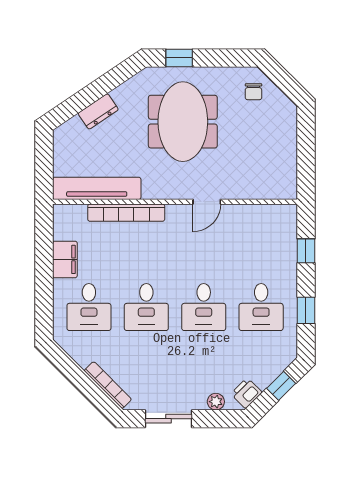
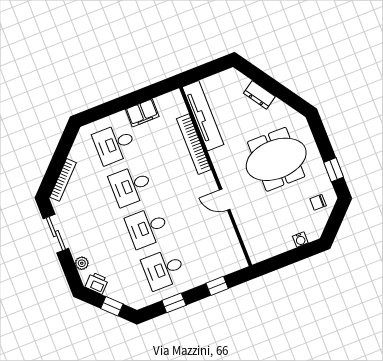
window: (179, 58) -> (334, 170), moved
water cooler: (290, 130) -> (300, 240), added

